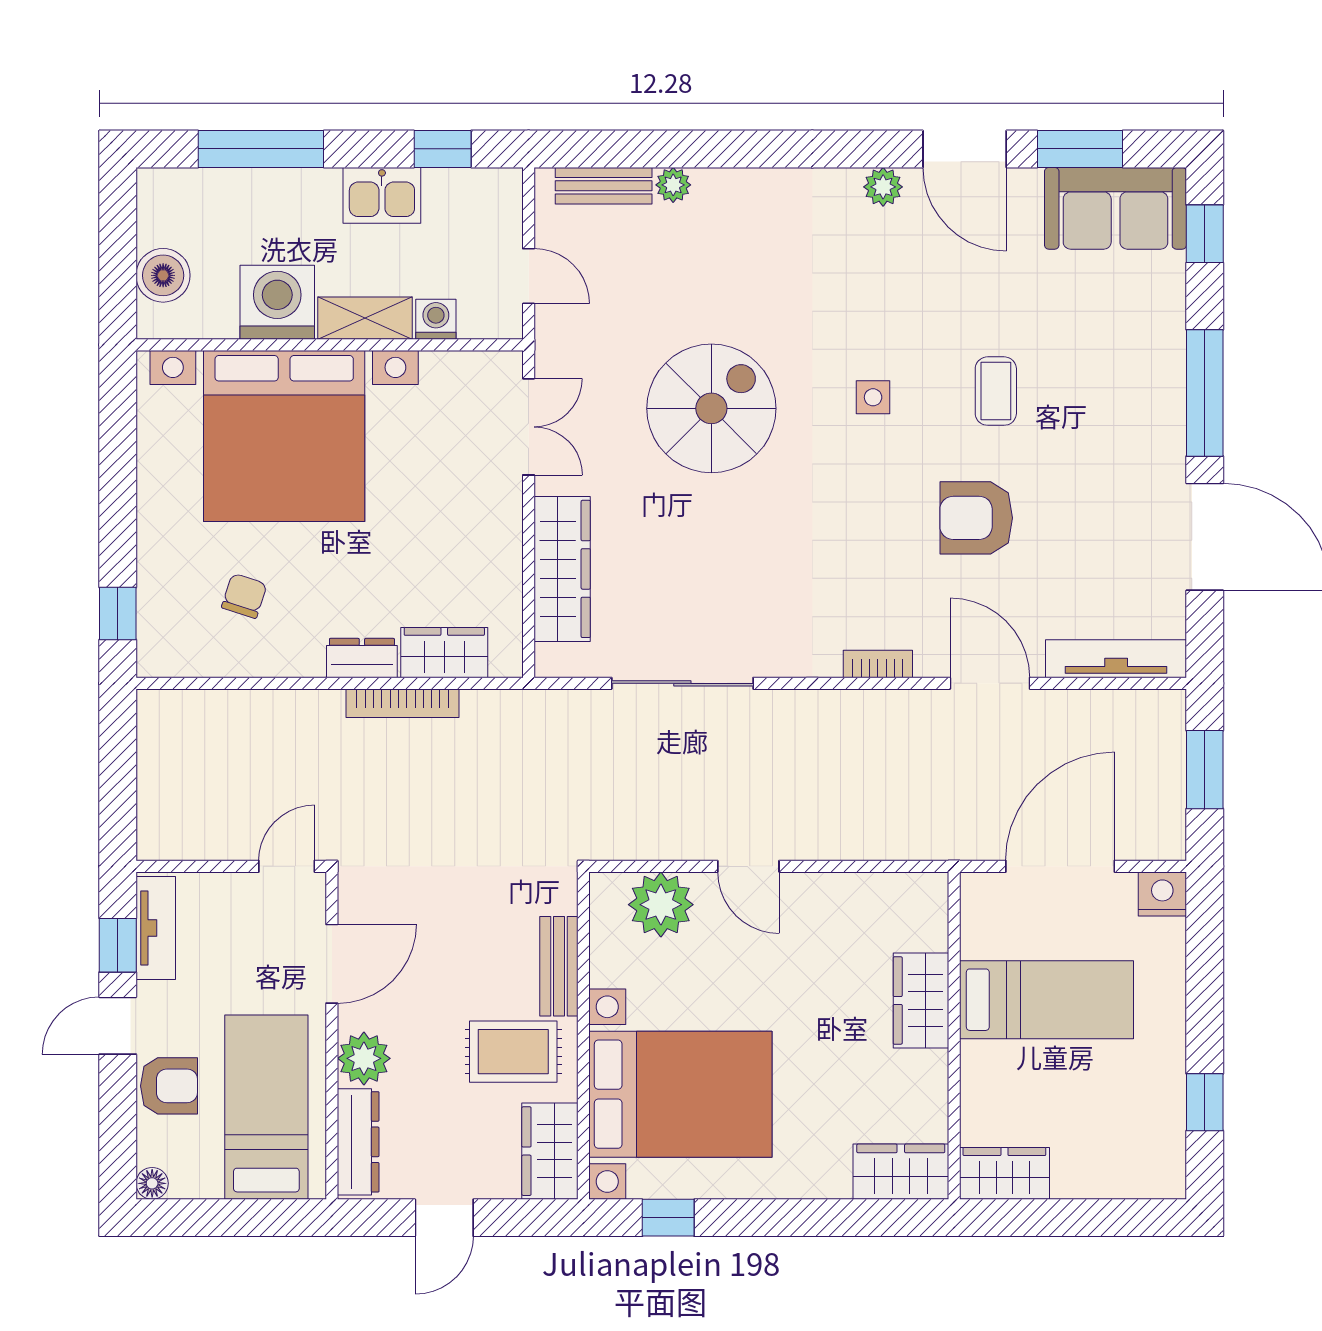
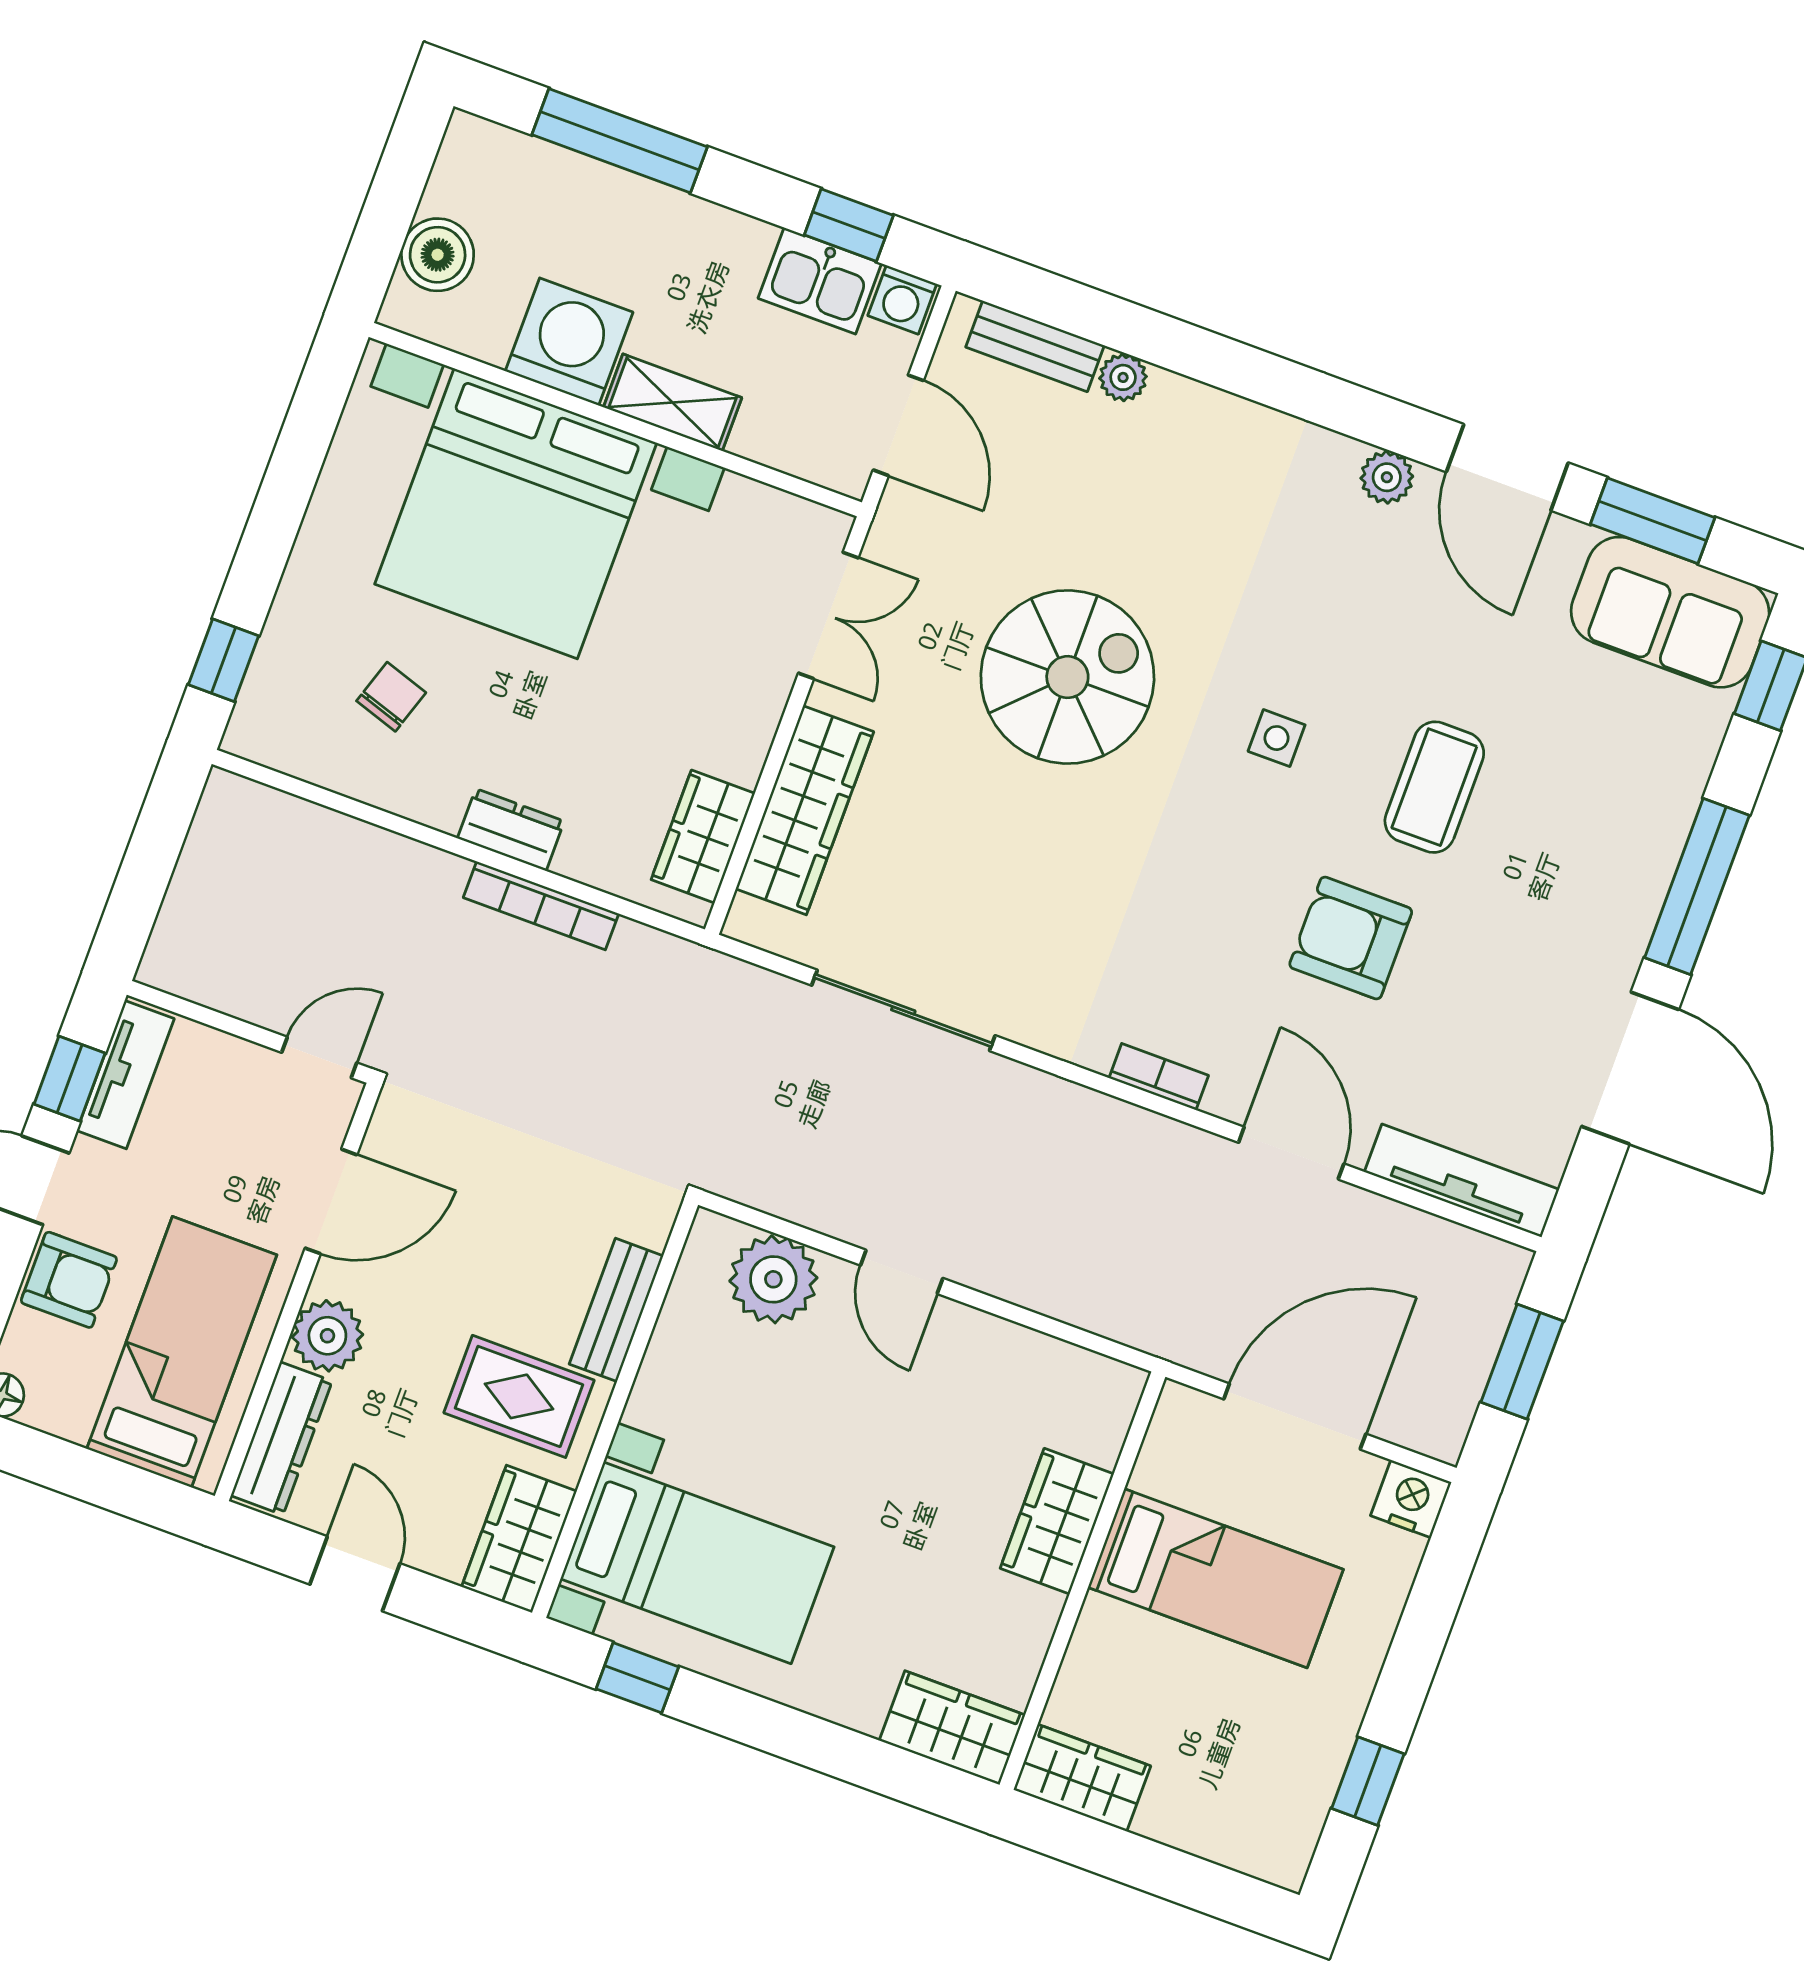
kitchen sink: (382, 195) -> (820, 281), moved
door: (529, 276) -> (898, 425), width x1.38
washing machine: (436, 319) -> (902, 300), moved, turned 180
coffee table: (996, 391) -> (1434, 787), width x1.36, depth x1.30
wardrobe: (444, 653) -> (703, 836), moved, turned -90
bed with nightstands: (680, 1094) -> (697, 1563), width x0.73
door: (444, 1218) -> (355, 1574), swing flipped

